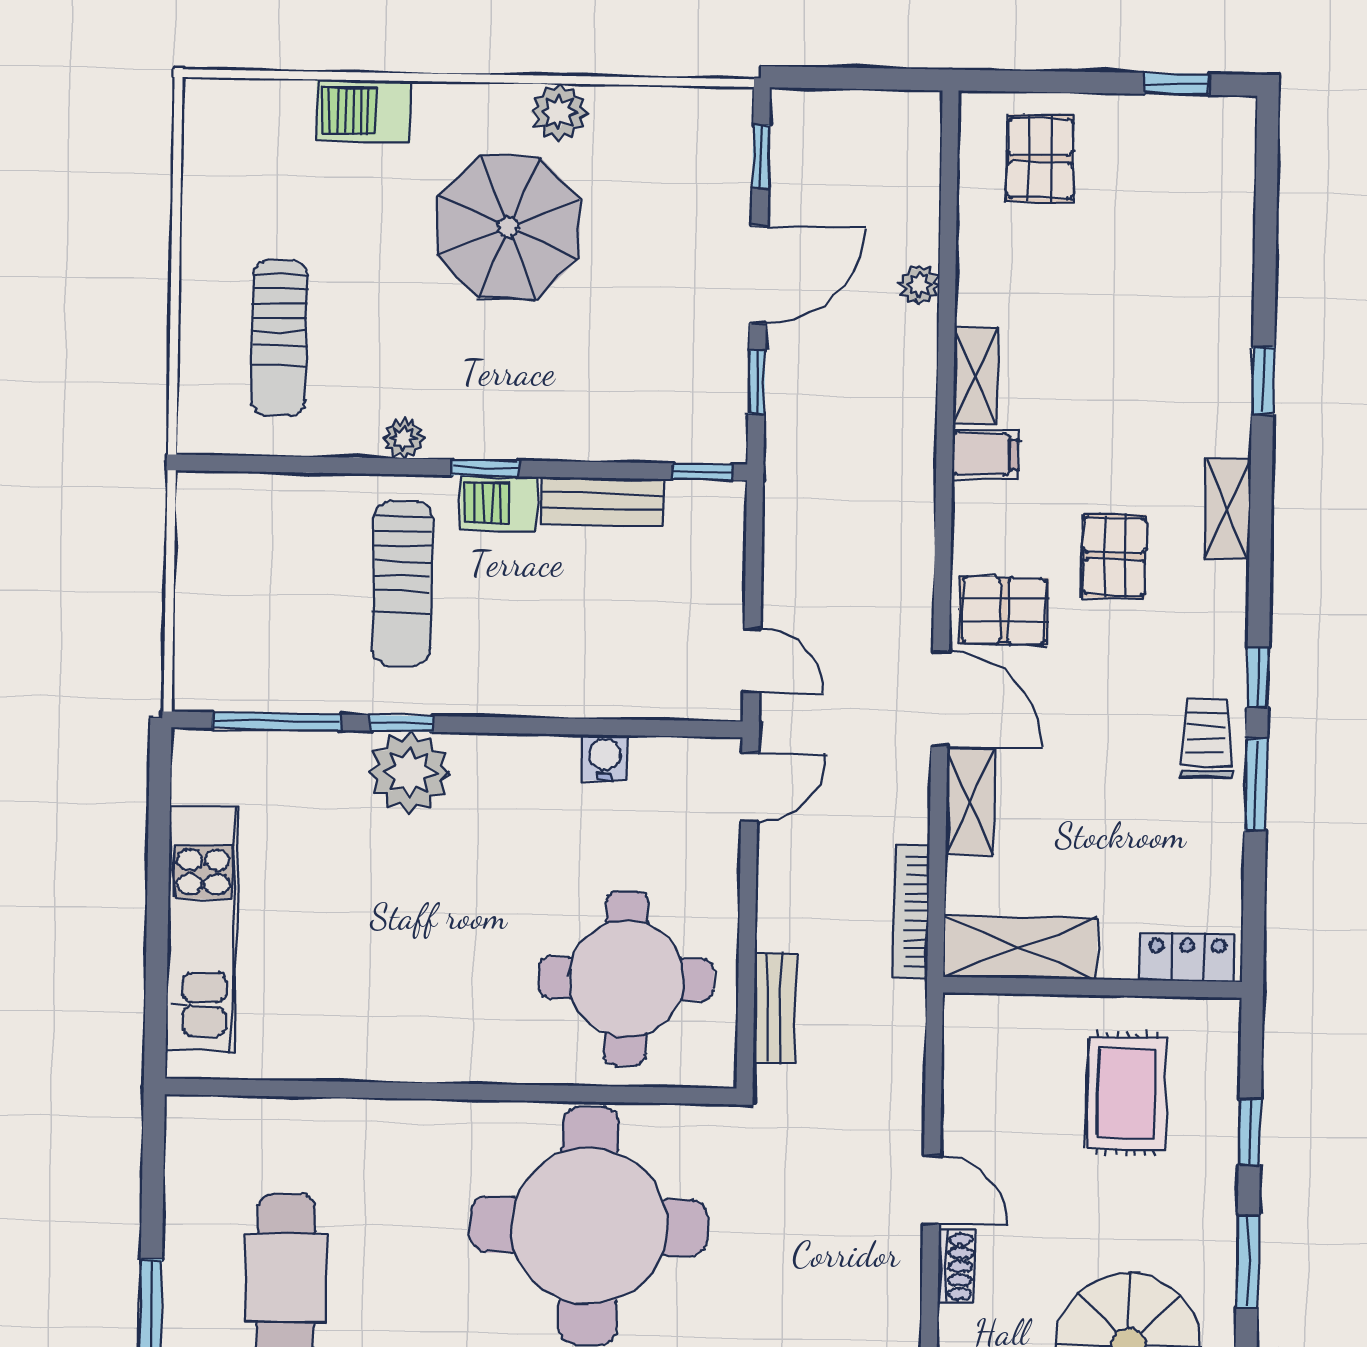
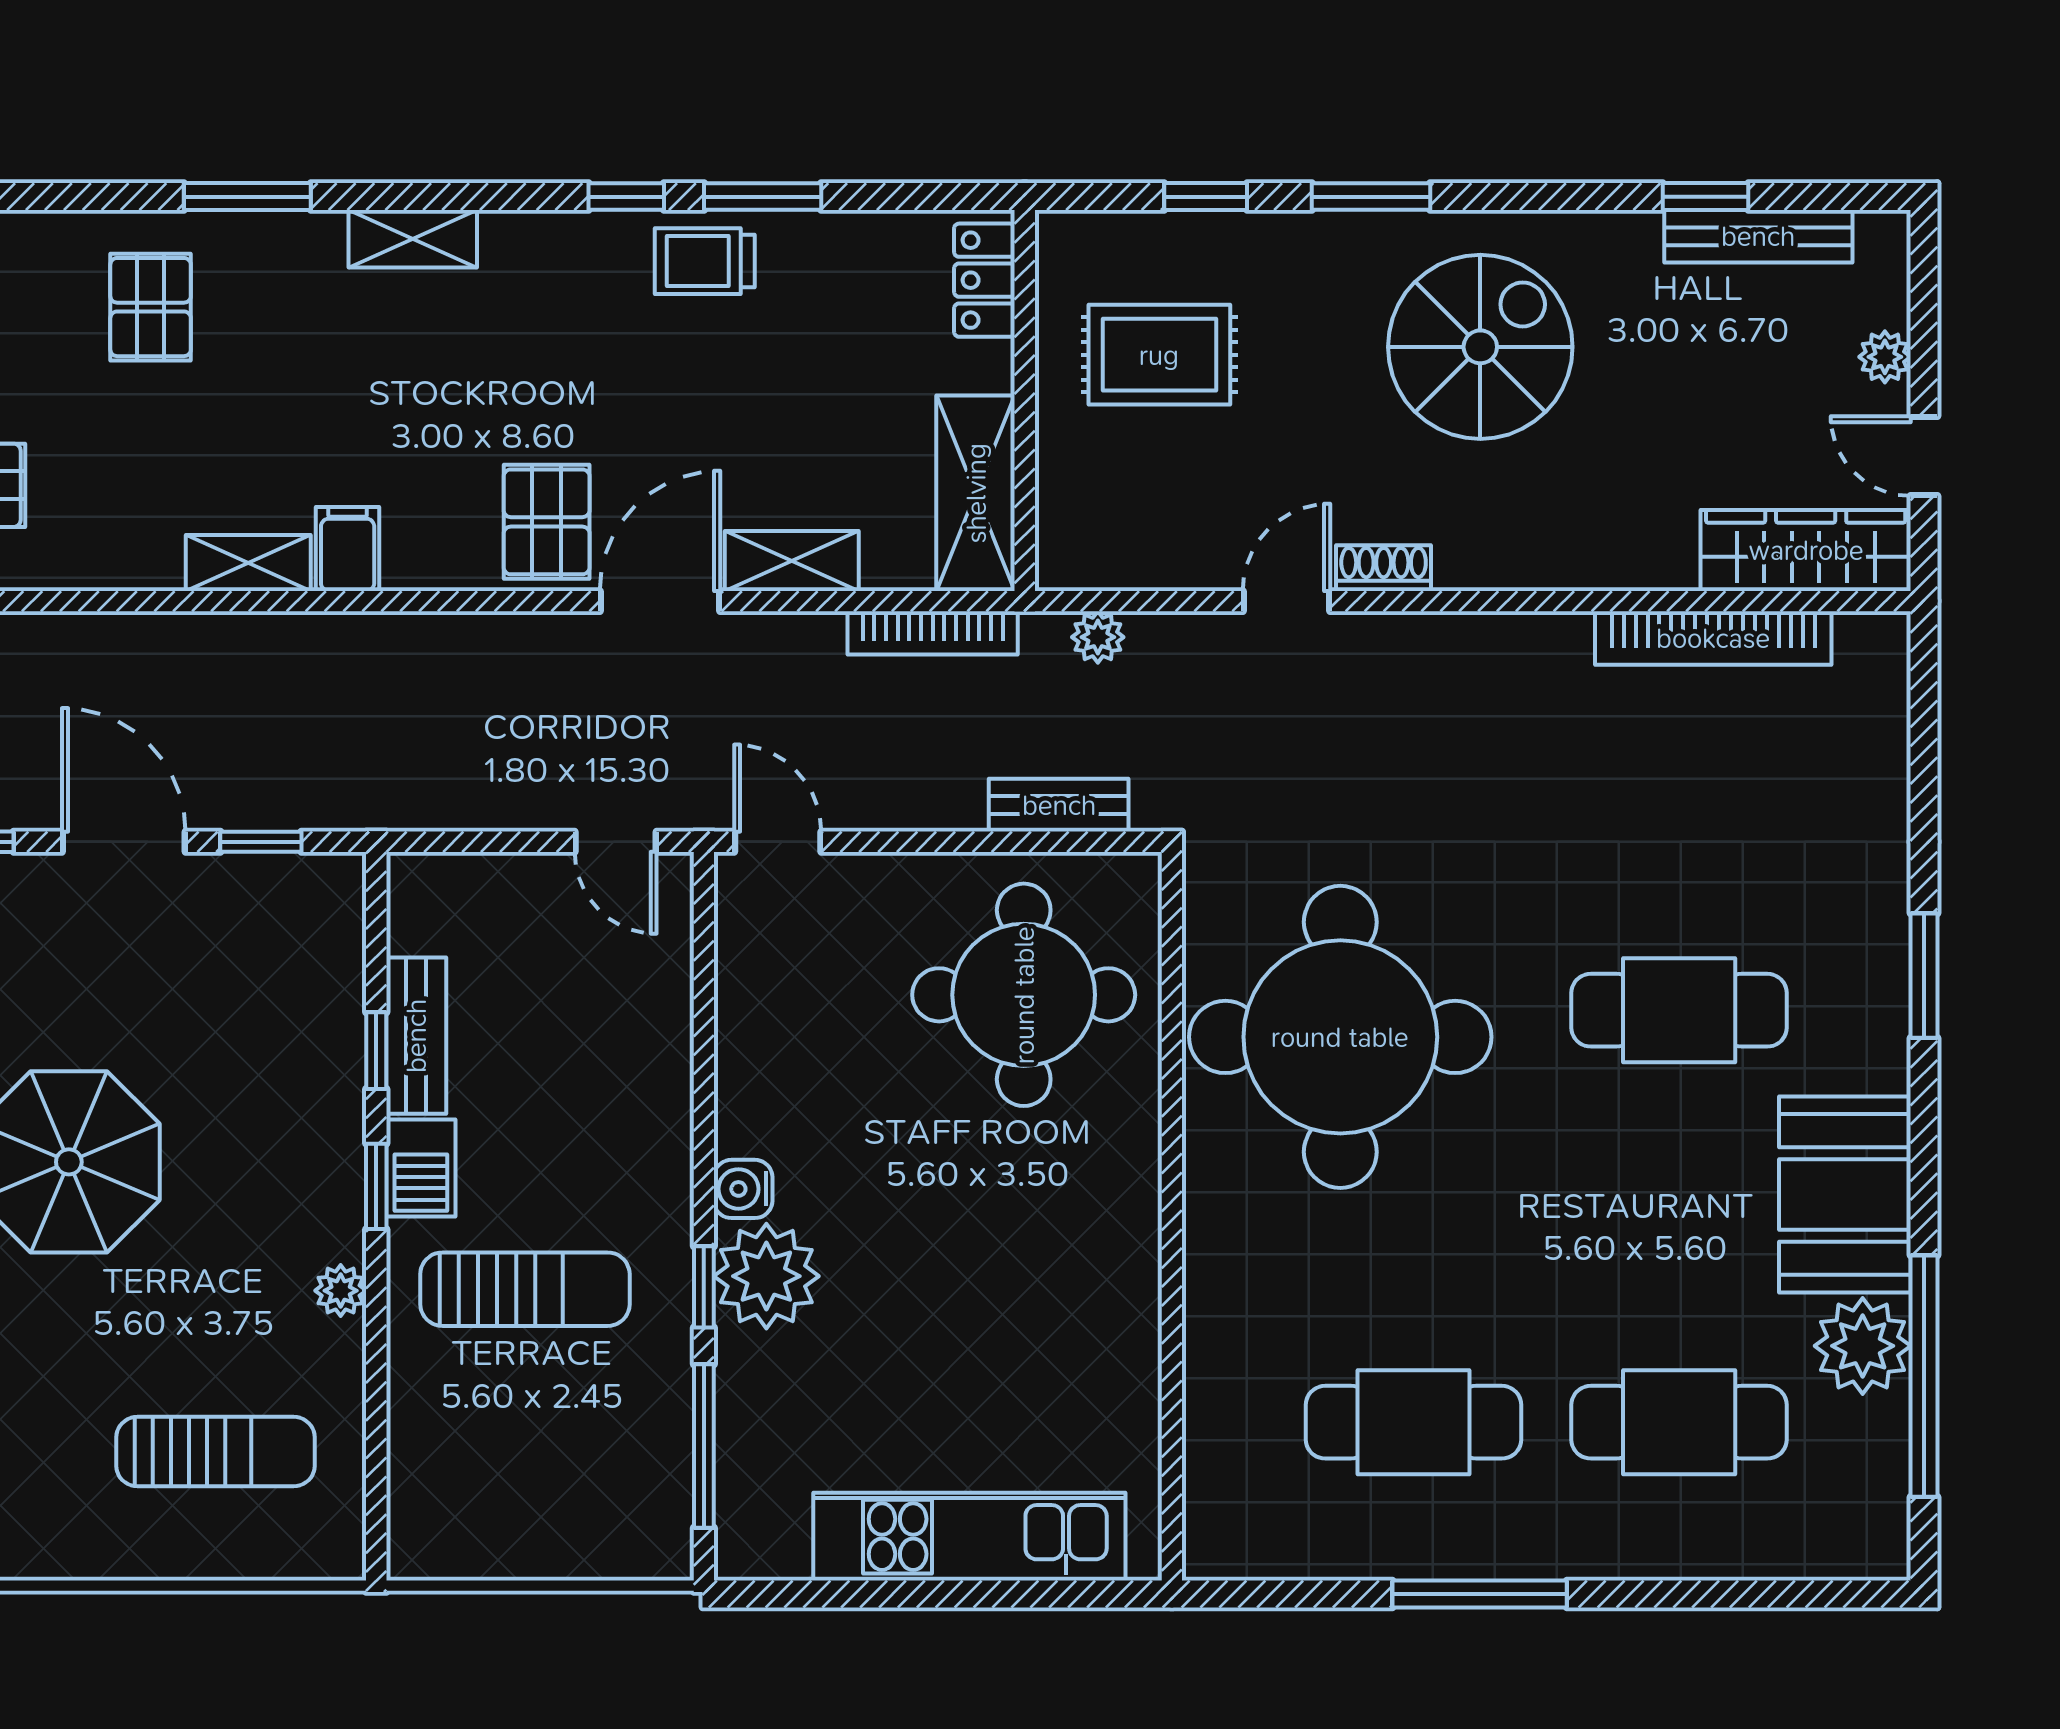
plant: (919, 285) -> (1098, 637), moved
window: (1263, 380) -> (247, 197), width x1.50
window: (702, 472) -> (376, 1051), moved
pallet: (1114, 556) -> (151, 307), moved, turned 90
door: (752, 660) -> (616, 842), swing flipped
water cooler: (605, 758) -> (743, 1189), moved

